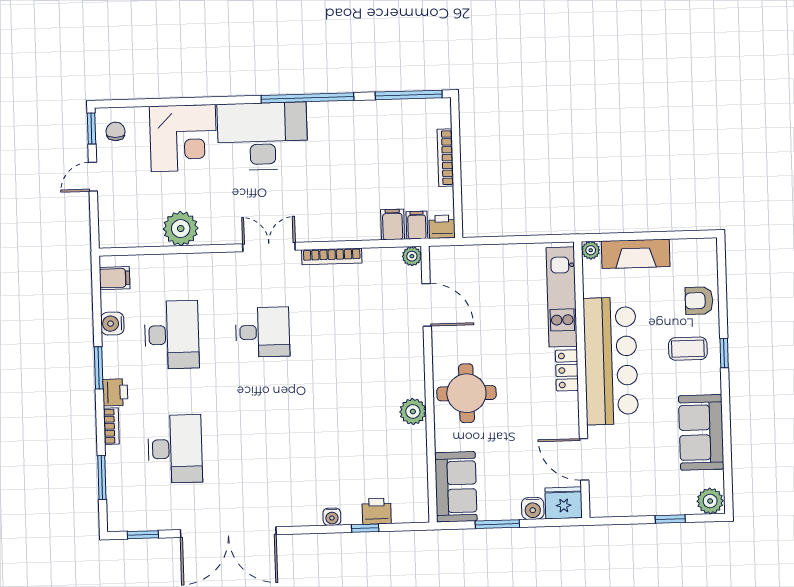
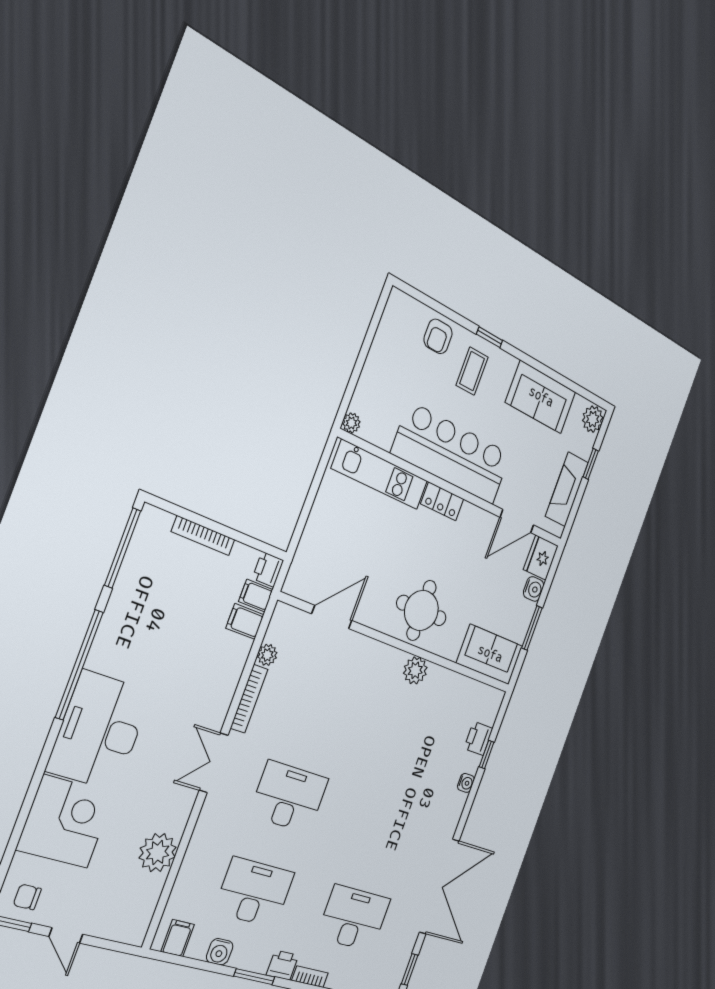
fireplace: (636, 254) -> (567, 489), moved, turned 180
plant: (412, 256) -> (267, 655), moved
desk: (263, 332) -> (289, 797), width x1.37

